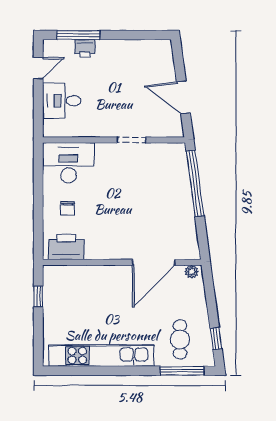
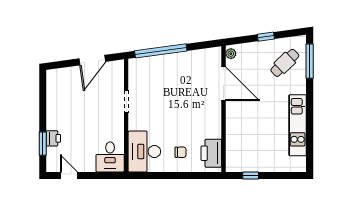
window: (78, 35) -> (43, 144), width x0.69
desk: (62, 101) -> (110, 157), moved
cafe table: (180, 339) -> (285, 63), turned -44
window: (216, 339) -> (266, 37), moved
kitchen unit: (101, 355) -> (298, 125), width x0.73

